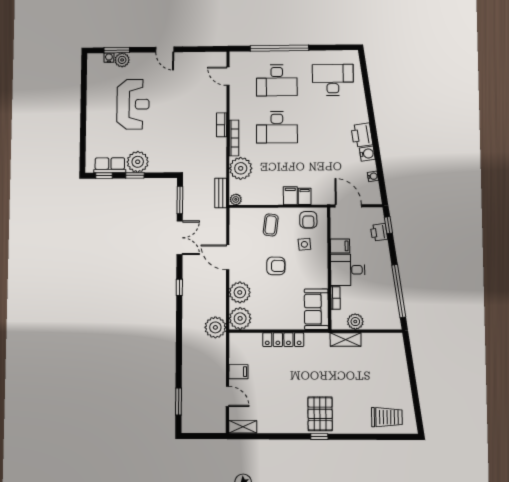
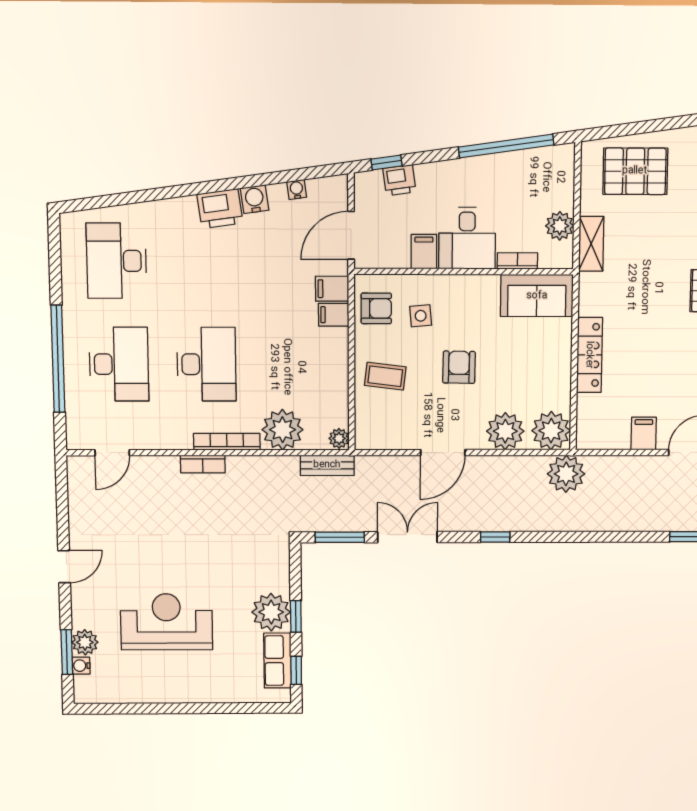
filing cabinet: (290, 196) -> (332, 289), moved
pallet: (386, 364) -> (635, 171), added

